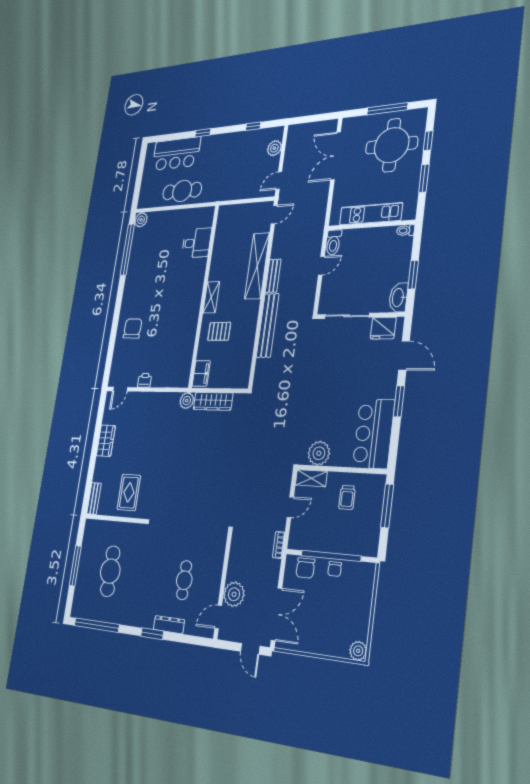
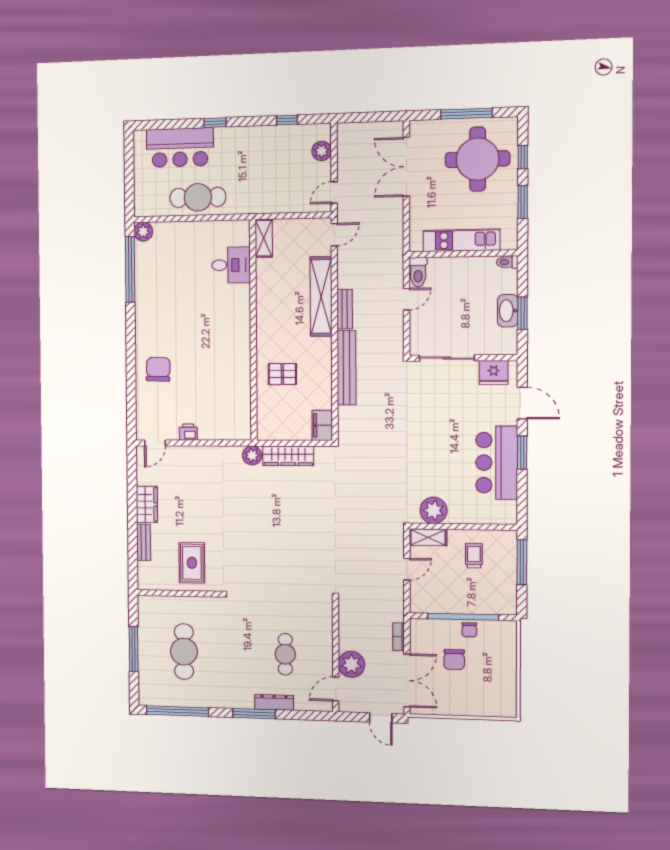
shelving: (211, 297) -> (264, 238), moved
washbasin: (398, 298) -> (508, 311), moved
filing cabinet: (201, 373) -> (322, 425), moved, turned 180
bar counter: (374, 434) -> (497, 463), moved
trolley: (347, 497) -> (474, 556), turned 180
bench: (94, 498) -> (144, 542), moved
bookcase: (279, 545) -> (399, 637), moved
chair: (305, 568) -> (454, 660), moved
window: (152, 634) -> (254, 714), width x1.44
plant: (358, 651) -> (507, 708), removed

